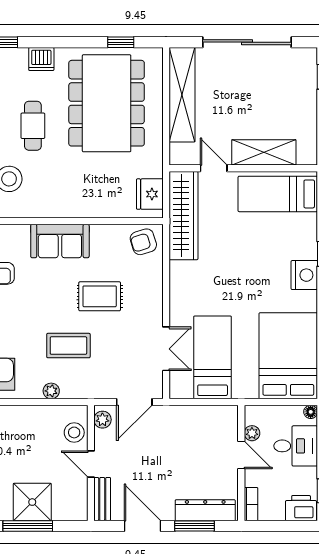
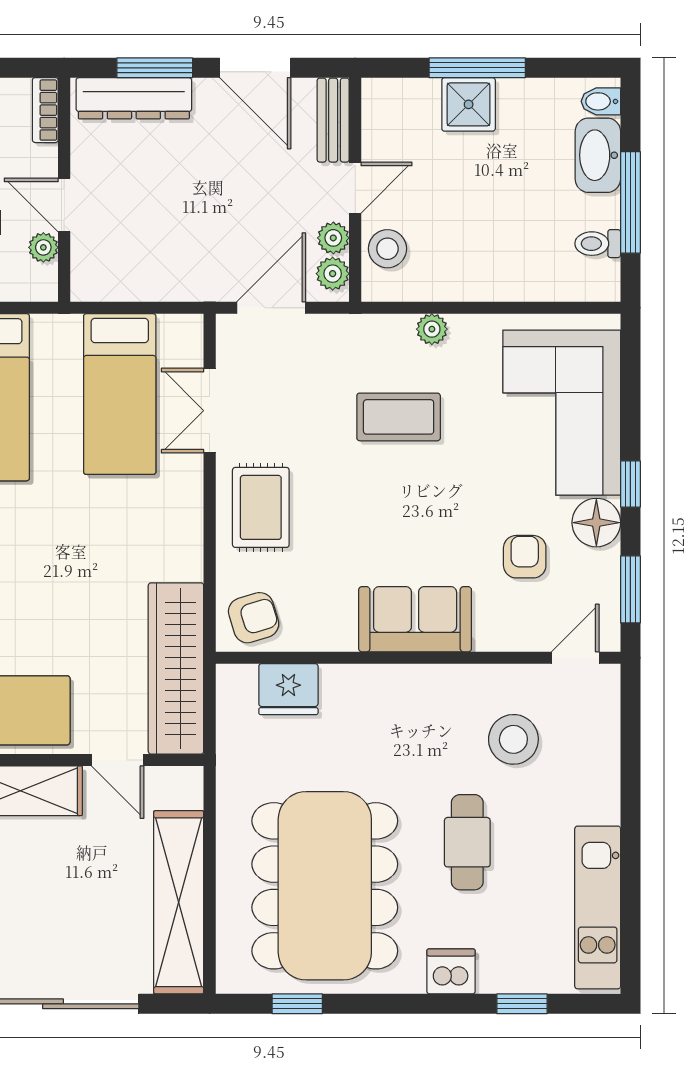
fridge: (150, 194) -> (288, 689), moved, turned 90
rug: (100, 296) -> (261, 507), moved, turned 90
plant: (102, 438) -> (333, 238), added
door: (91, 464) -> (355, 188), hinge flipped
shower: (32, 502) -> (469, 104), width x0.73, depth x0.73

